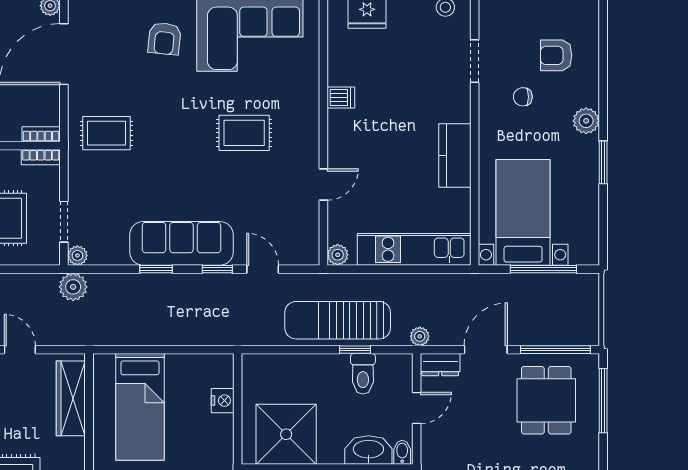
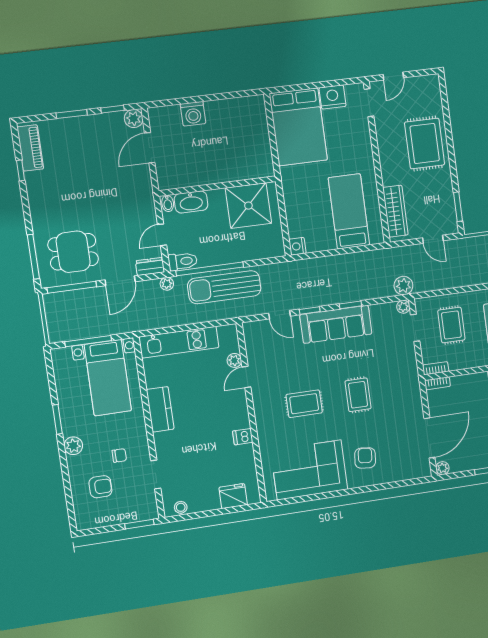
rug: (107, 133) -> (358, 395), moved, turned 90
plant: (338, 255) -> (234, 360), moved
sun lounger: (338, 320) -> (224, 287), turned 180
window: (355, 350) -> (210, 269), width x3.17
toilet: (363, 374) -> (183, 261), moved, turned 90
dining table: (546, 400) -> (73, 252), turned 90
nightstand: (223, 401) -> (297, 246), moved

